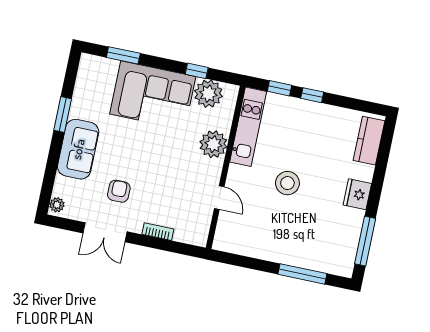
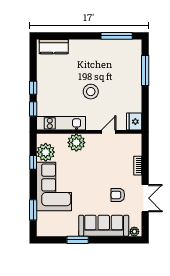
sofa: (78, 149) -> (104, 226), width x1.36
fridge: (357, 194) -> (134, 122), moved, turned 90

